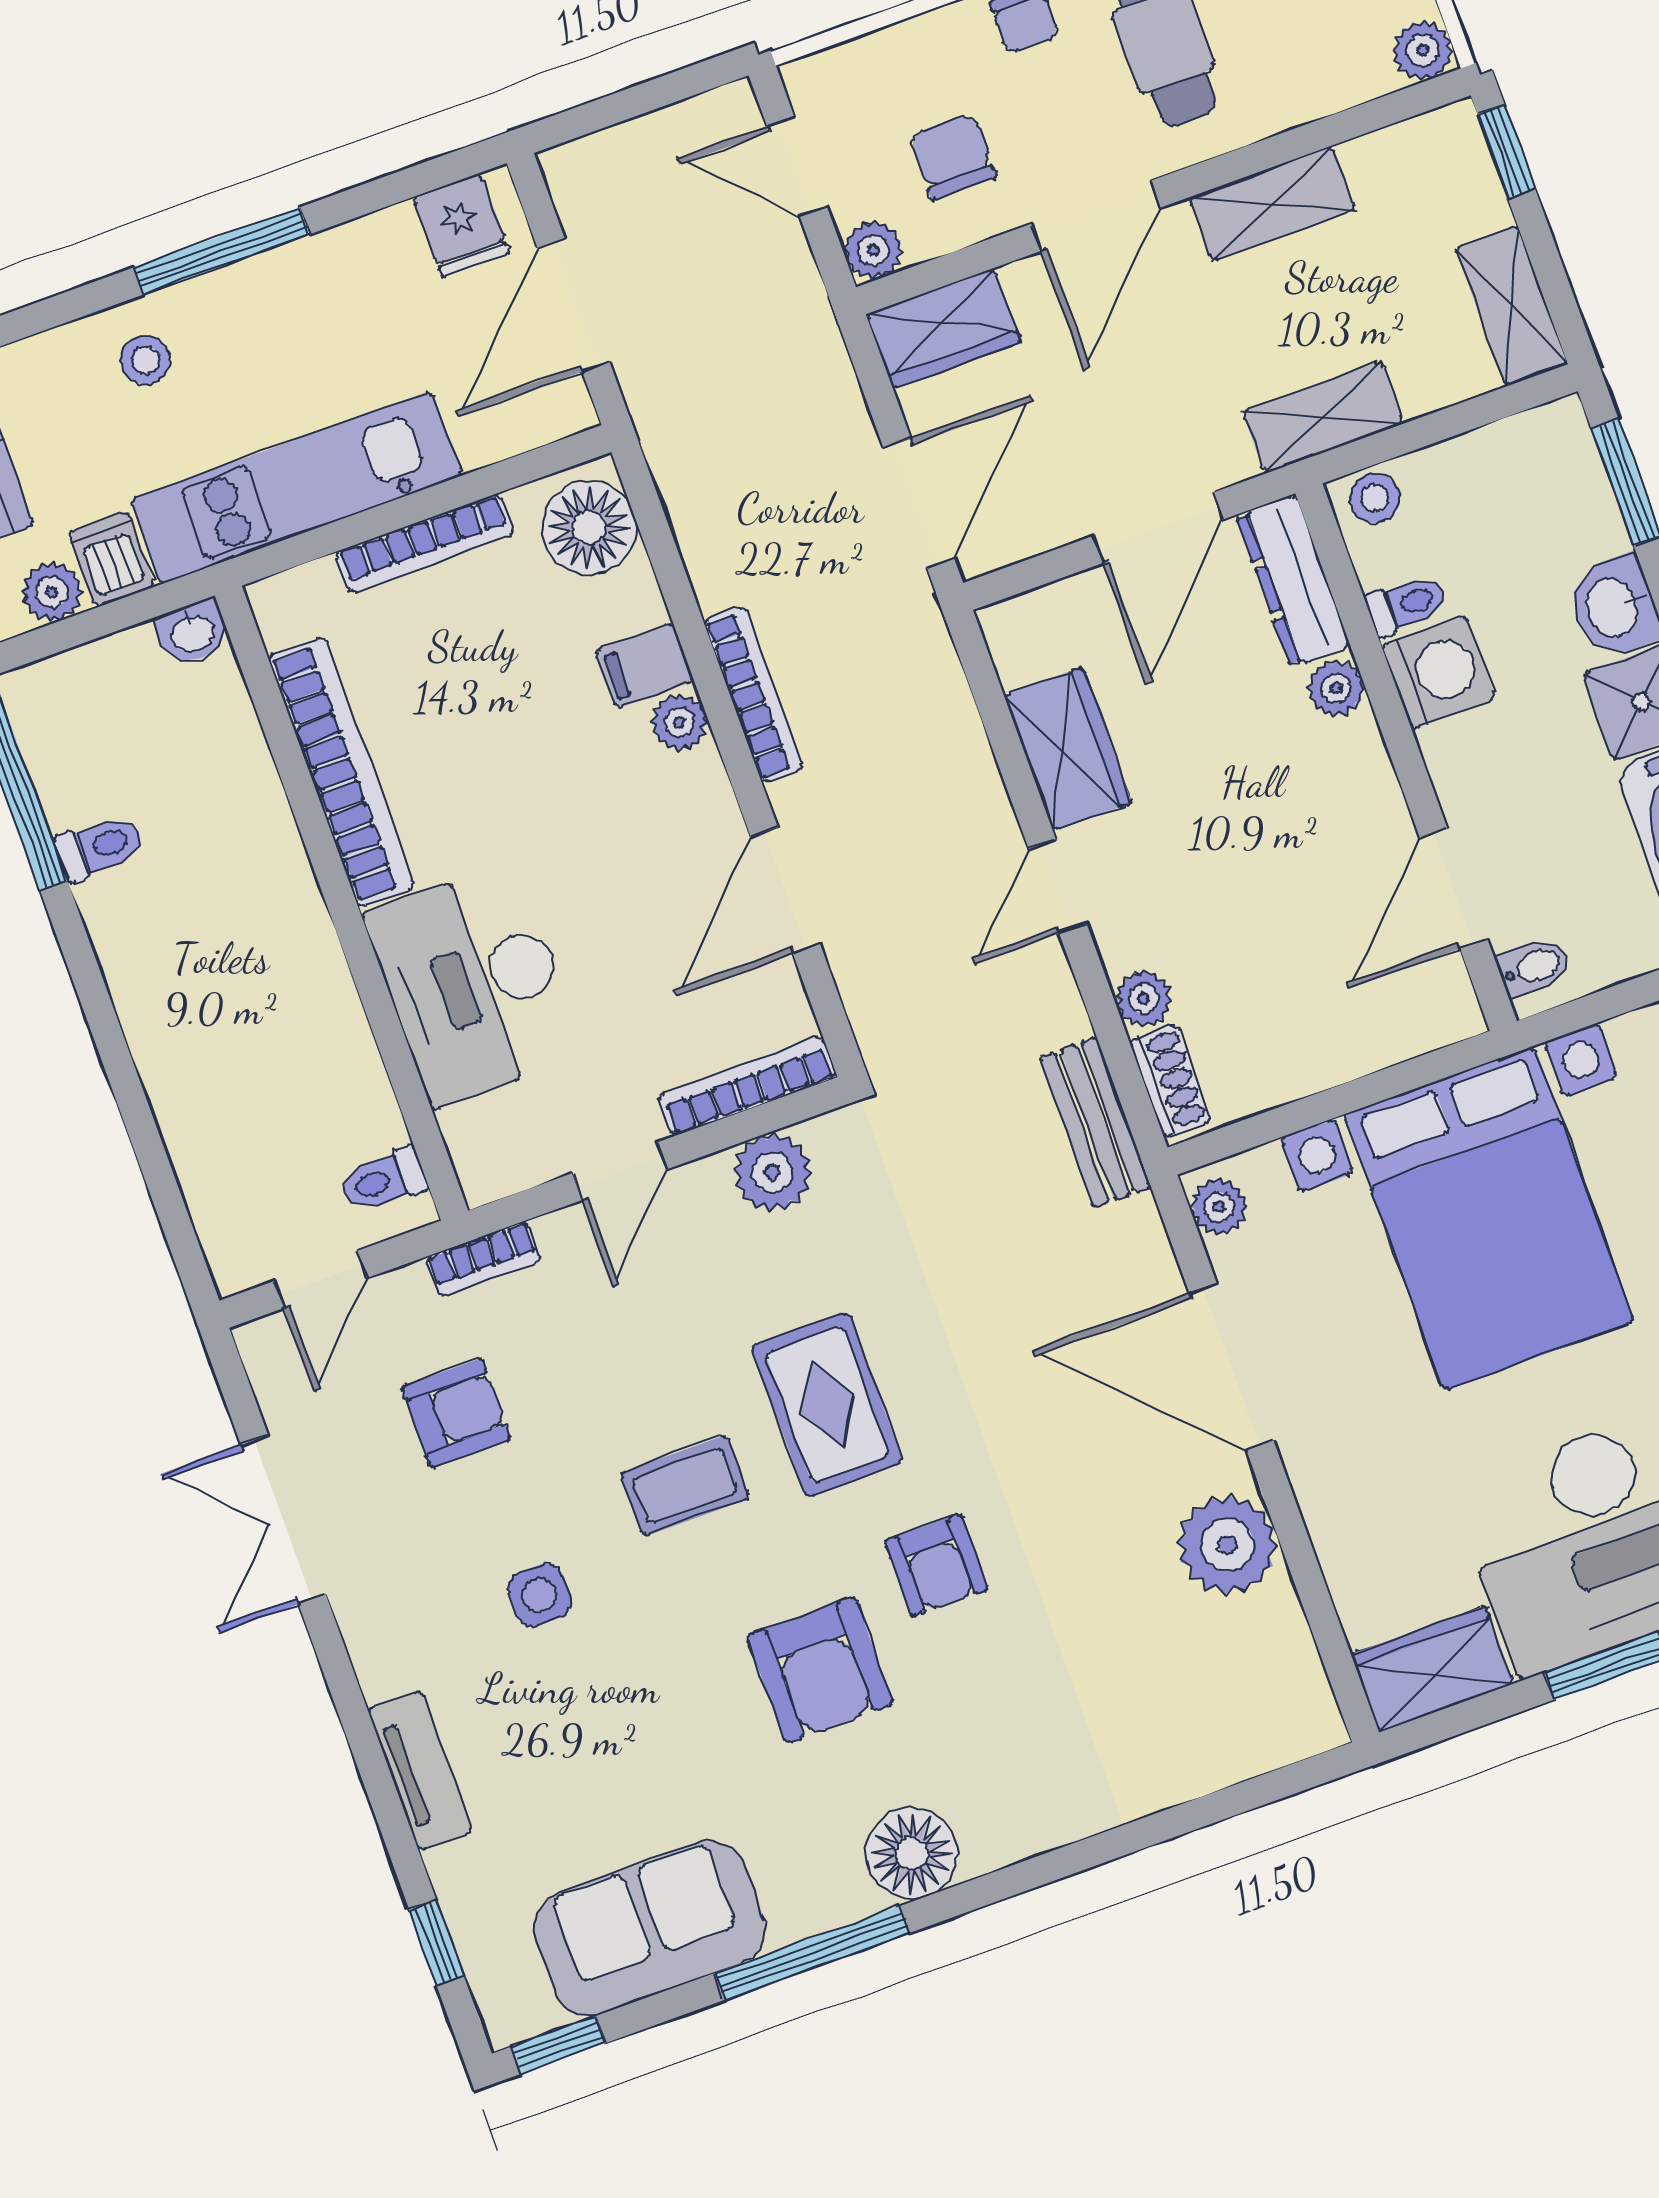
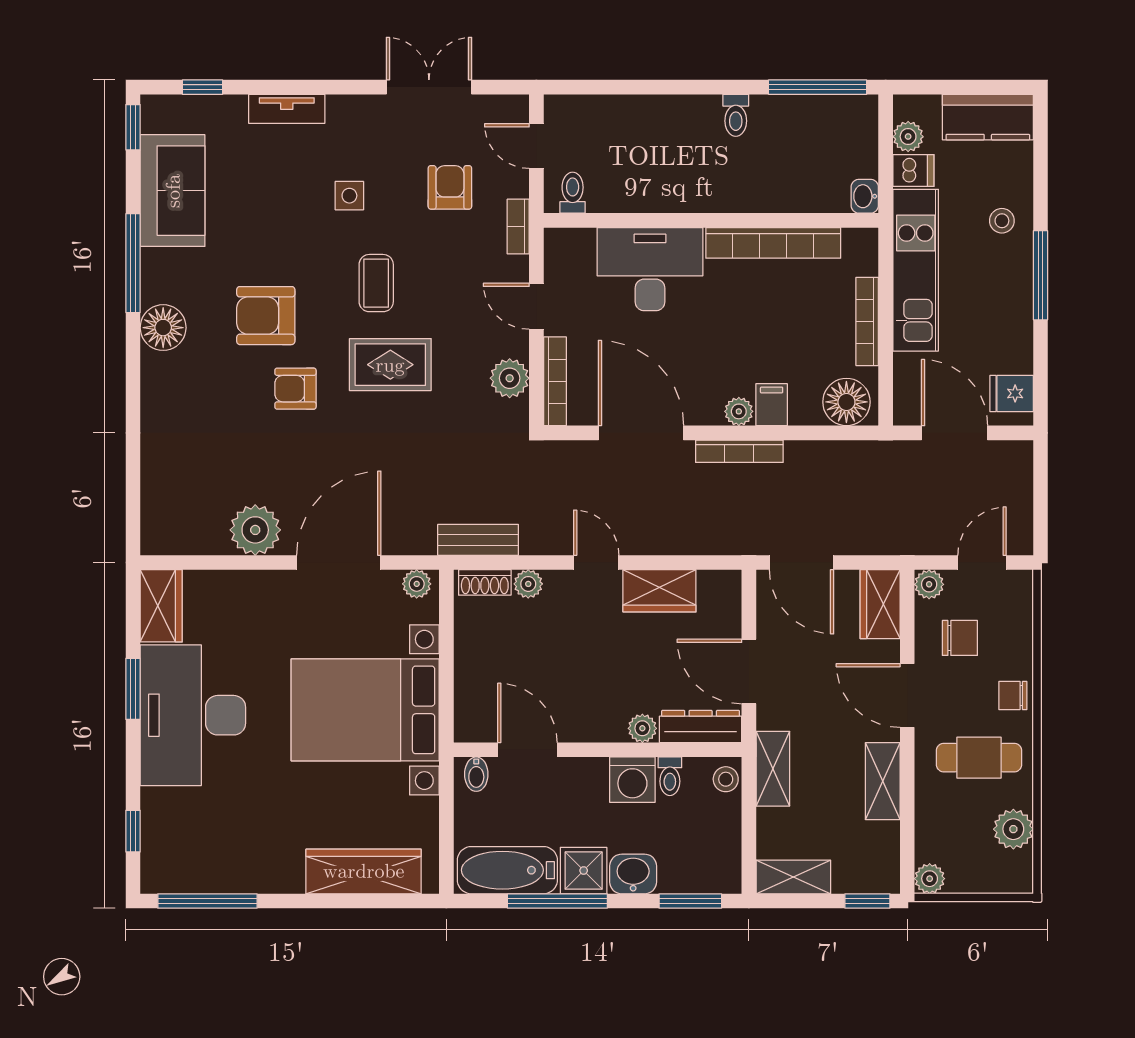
toilet: (99, 847) -> (736, 115), moved
door: (785, 890) -> (641, 433), width x1.36
armchair: (456, 1413) -> (450, 187), turned 180

